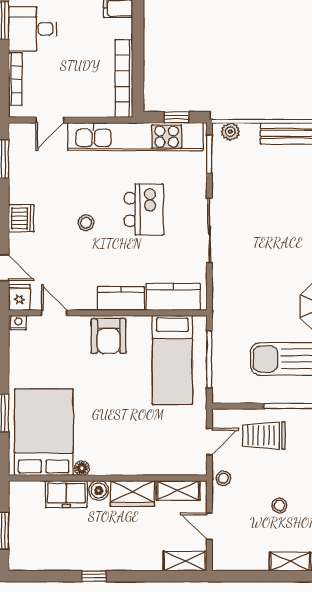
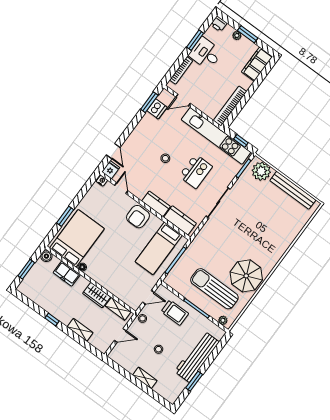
plant: (230, 132) -> (261, 171), width x1.88, depth x1.88
dishwasher: (21, 218) -> (157, 109), moved
trolley: (264, 435) -> (175, 313), turned 180
boiler: (99, 490) -> (46, 256), moved
door: (209, 526) -> (120, 335), swing flipped
shelving: (185, 561) -> (80, 330), moved

